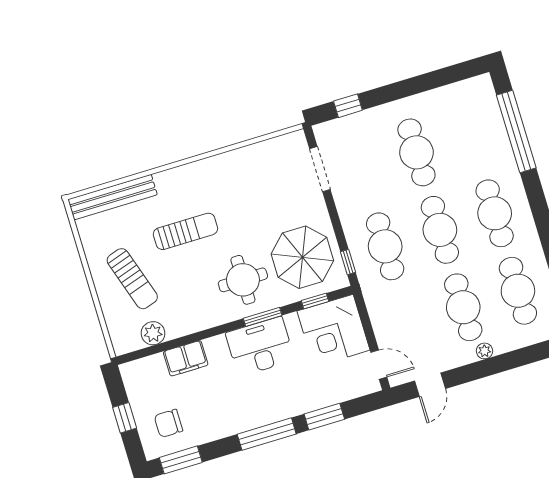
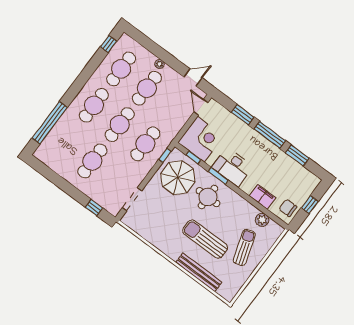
bench: (113, 197) -> (199, 272), moved
sun lounger: (185, 231) -> (205, 239), width x1.36, depth x1.34
chair: (168, 423) -> (288, 208), moved, turned 180
window: (181, 460) -> (297, 155), moved

